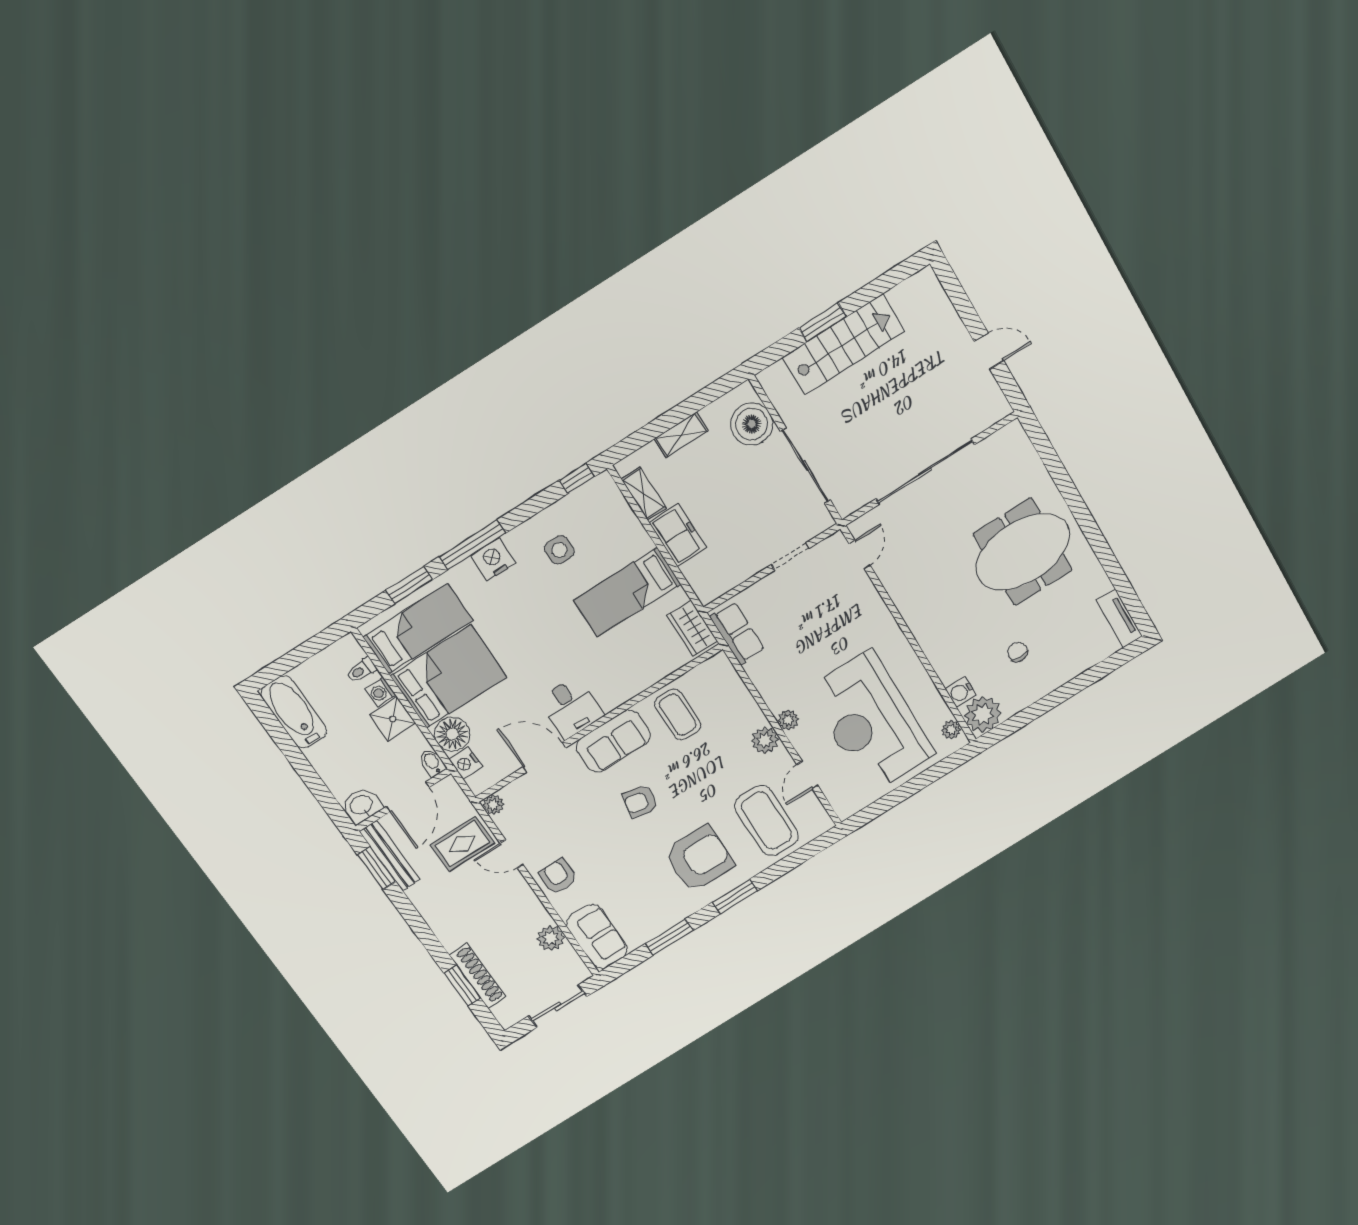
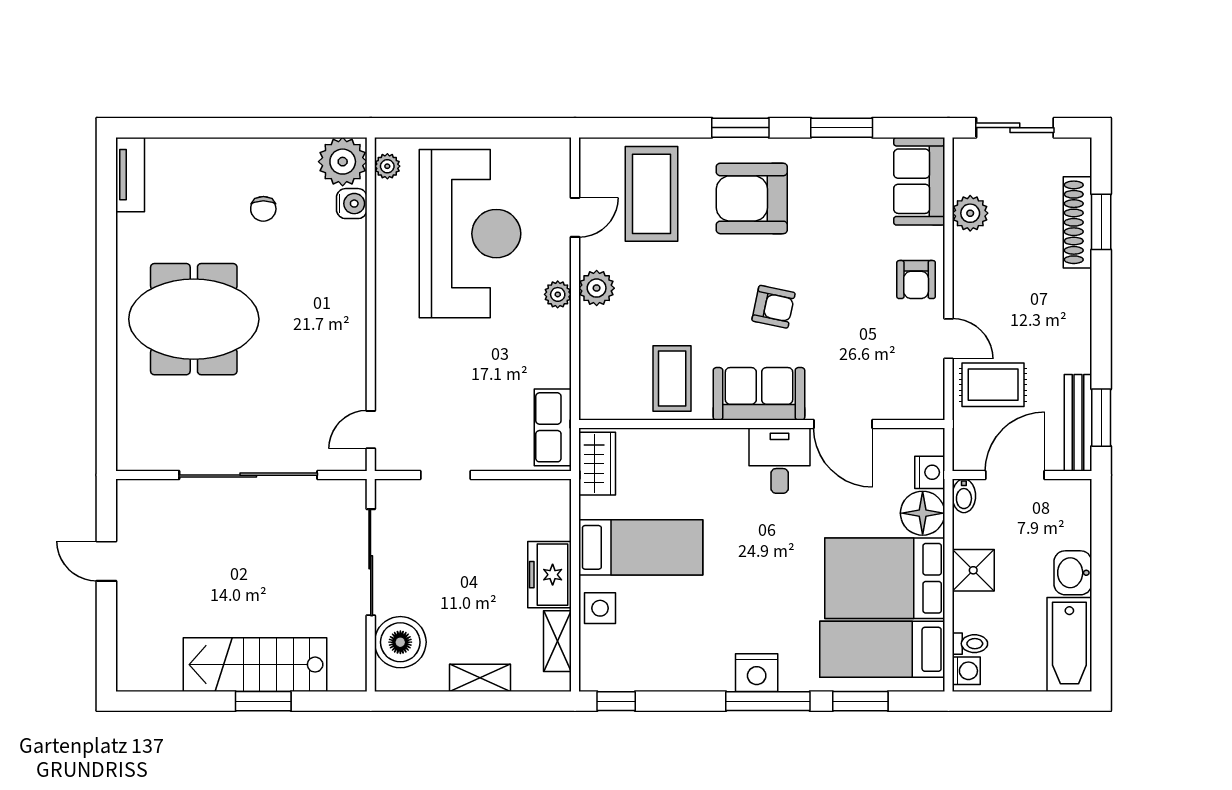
side table: (559, 550) -> (600, 608), moved
washing machine: (380, 692) -> (966, 671), moved
washbasin: (361, 805) -> (1073, 573), moved, turned 90
plant: (493, 805) -> (931, 407), removed

